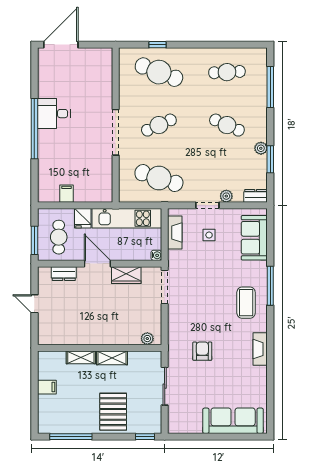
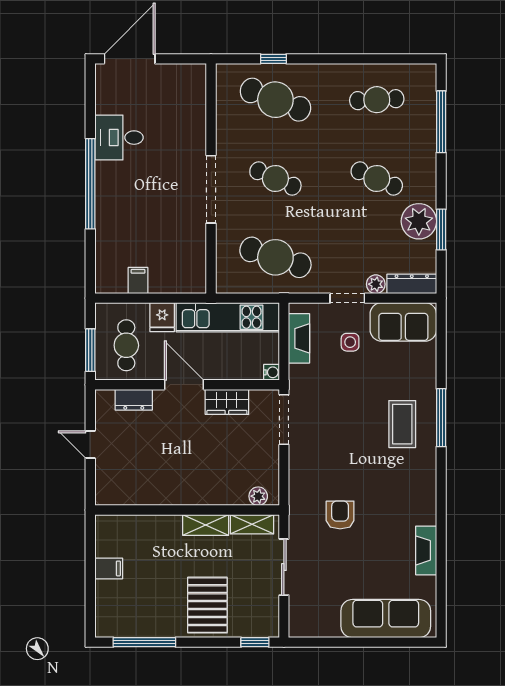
desk: (54, 114) -> (119, 138), moved
cafe table: (159, 125) -> (275, 178), turned 48
plant: (261, 148) -> (419, 221), width x1.87, depth x1.87
dresser: (256, 196) -> (412, 284), width x1.44
sofa: (254, 238) -> (403, 322), moved, turned -90
coffee table: (246, 303) -> (402, 424), moved
fireplace: (260, 349) -> (426, 550), moved
shelving: (81, 357) -> (252, 524), moved

